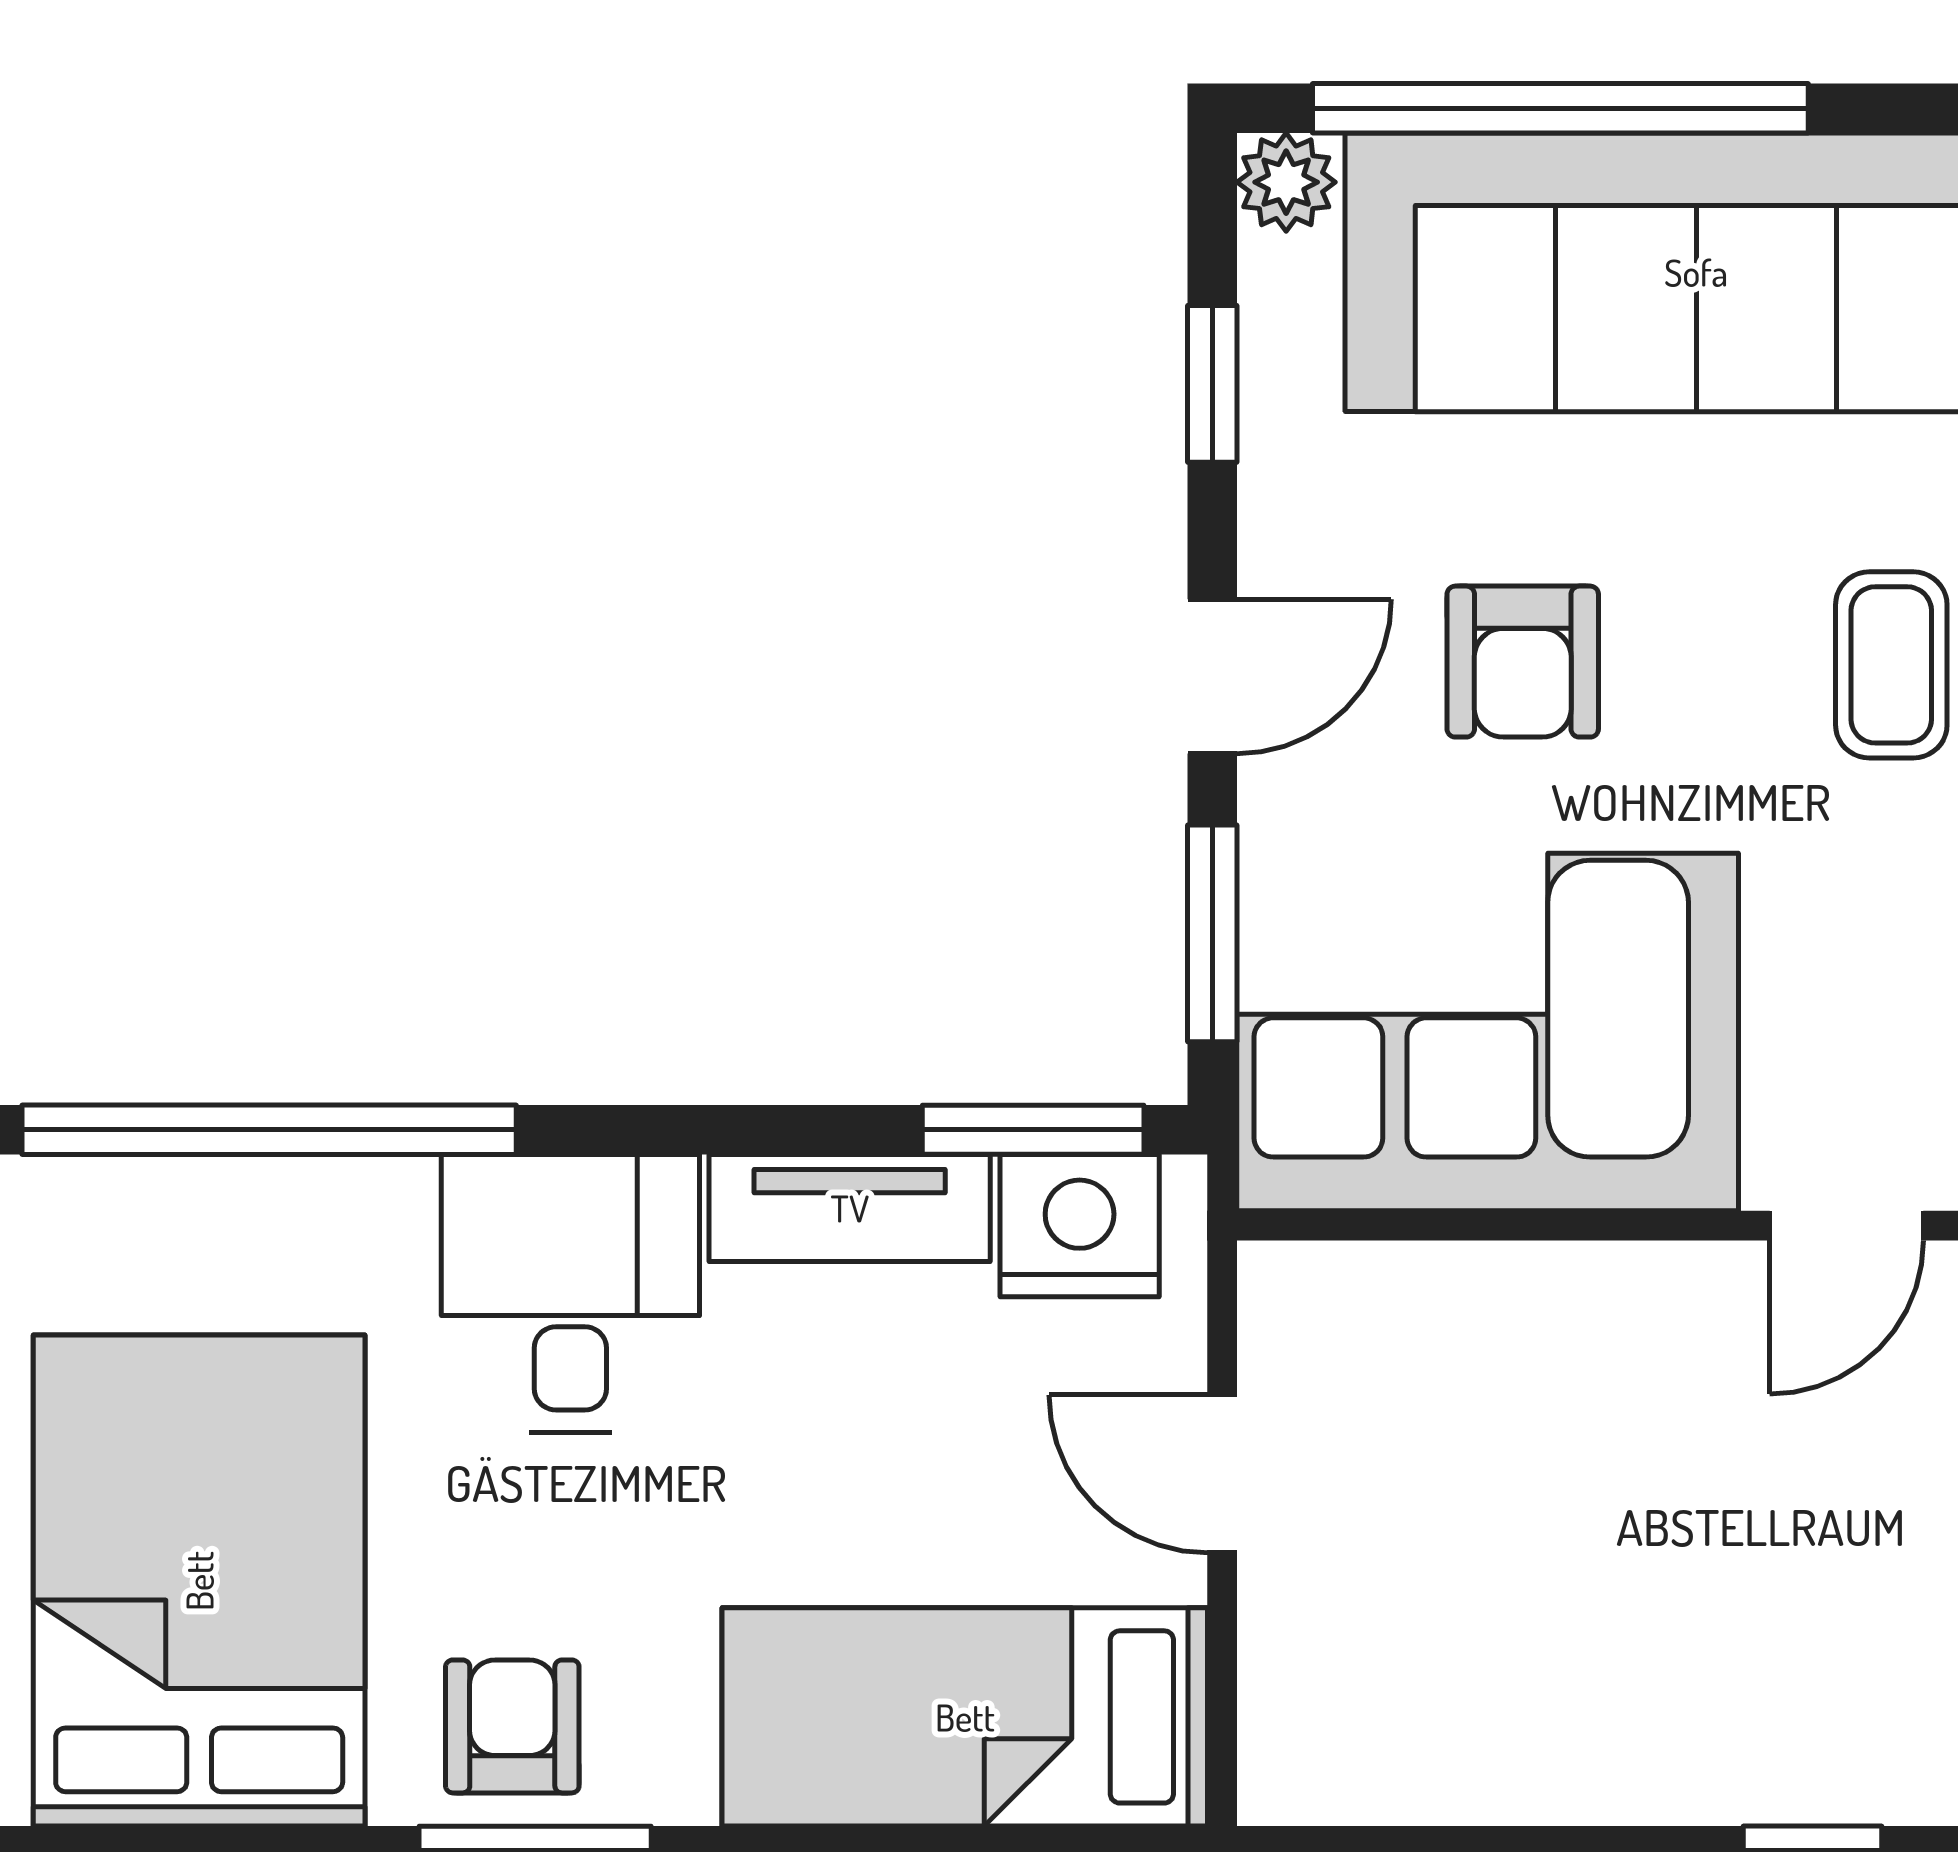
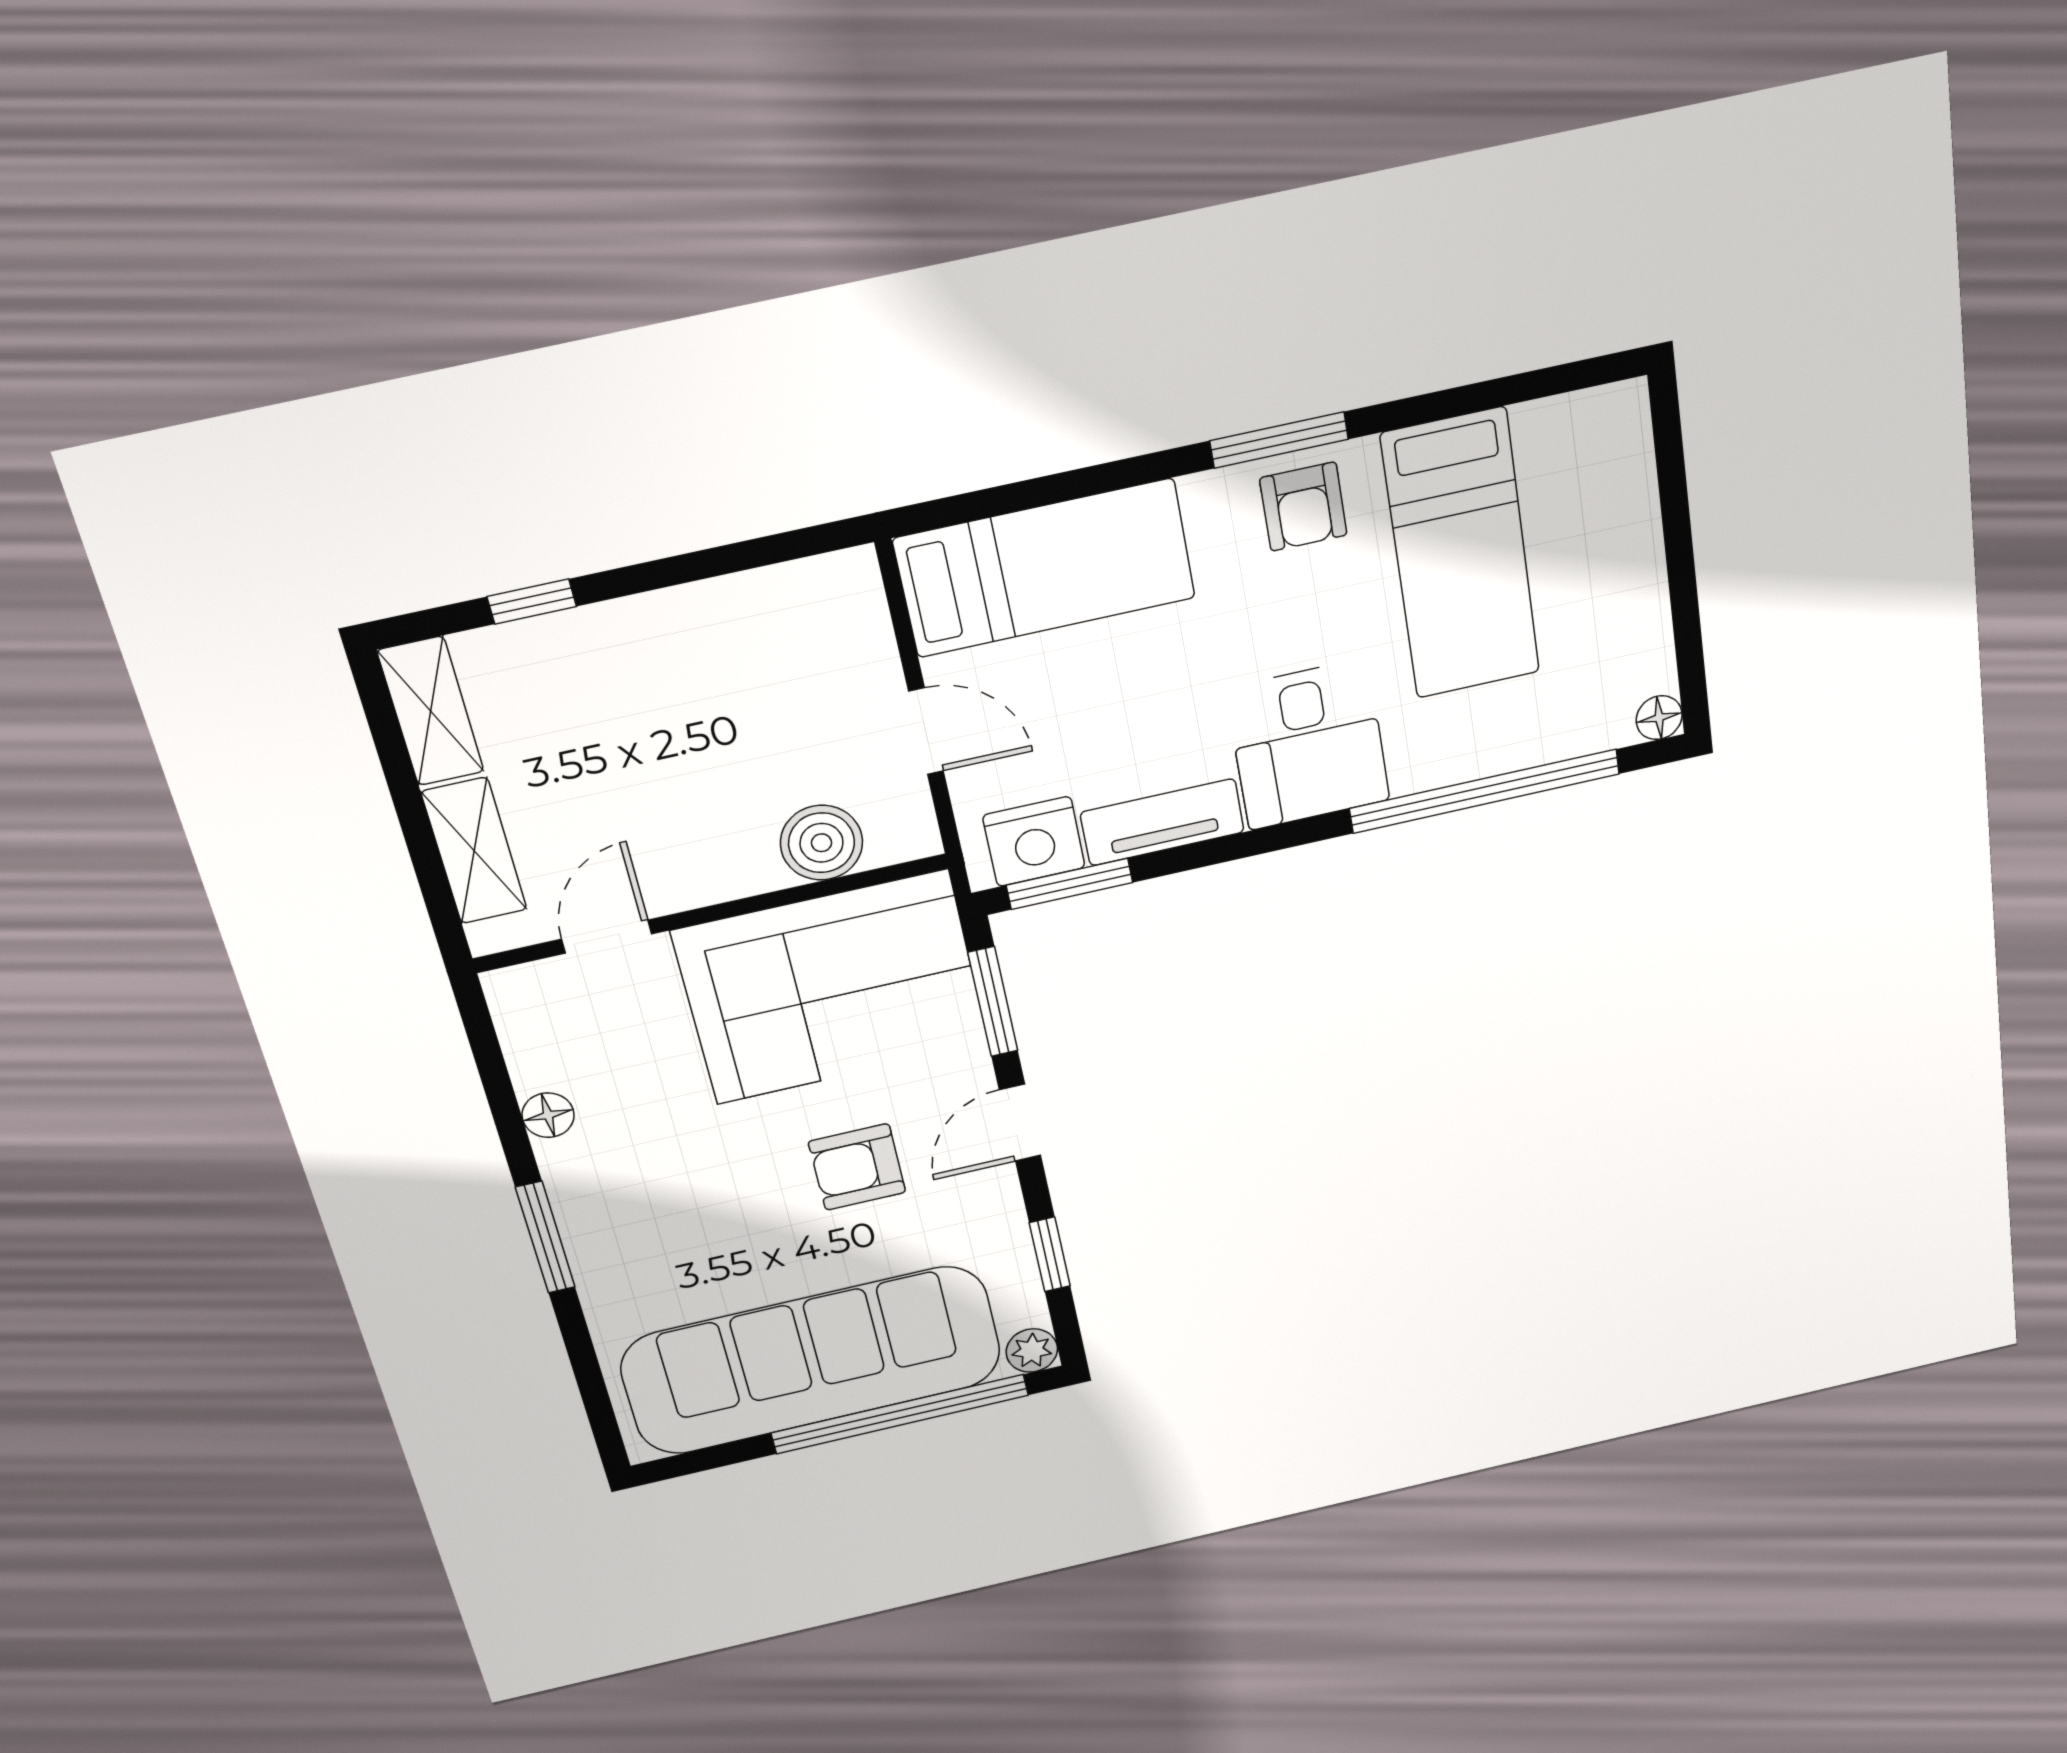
armchair: (1523, 662) -> (857, 1167), turned -90
coffee table: (1891, 665) -> (660, 1210), removed
boiler: (1443, 1312) -> (821, 843), added
bed: (199, 1581) -> (1461, 555), width x0.67

